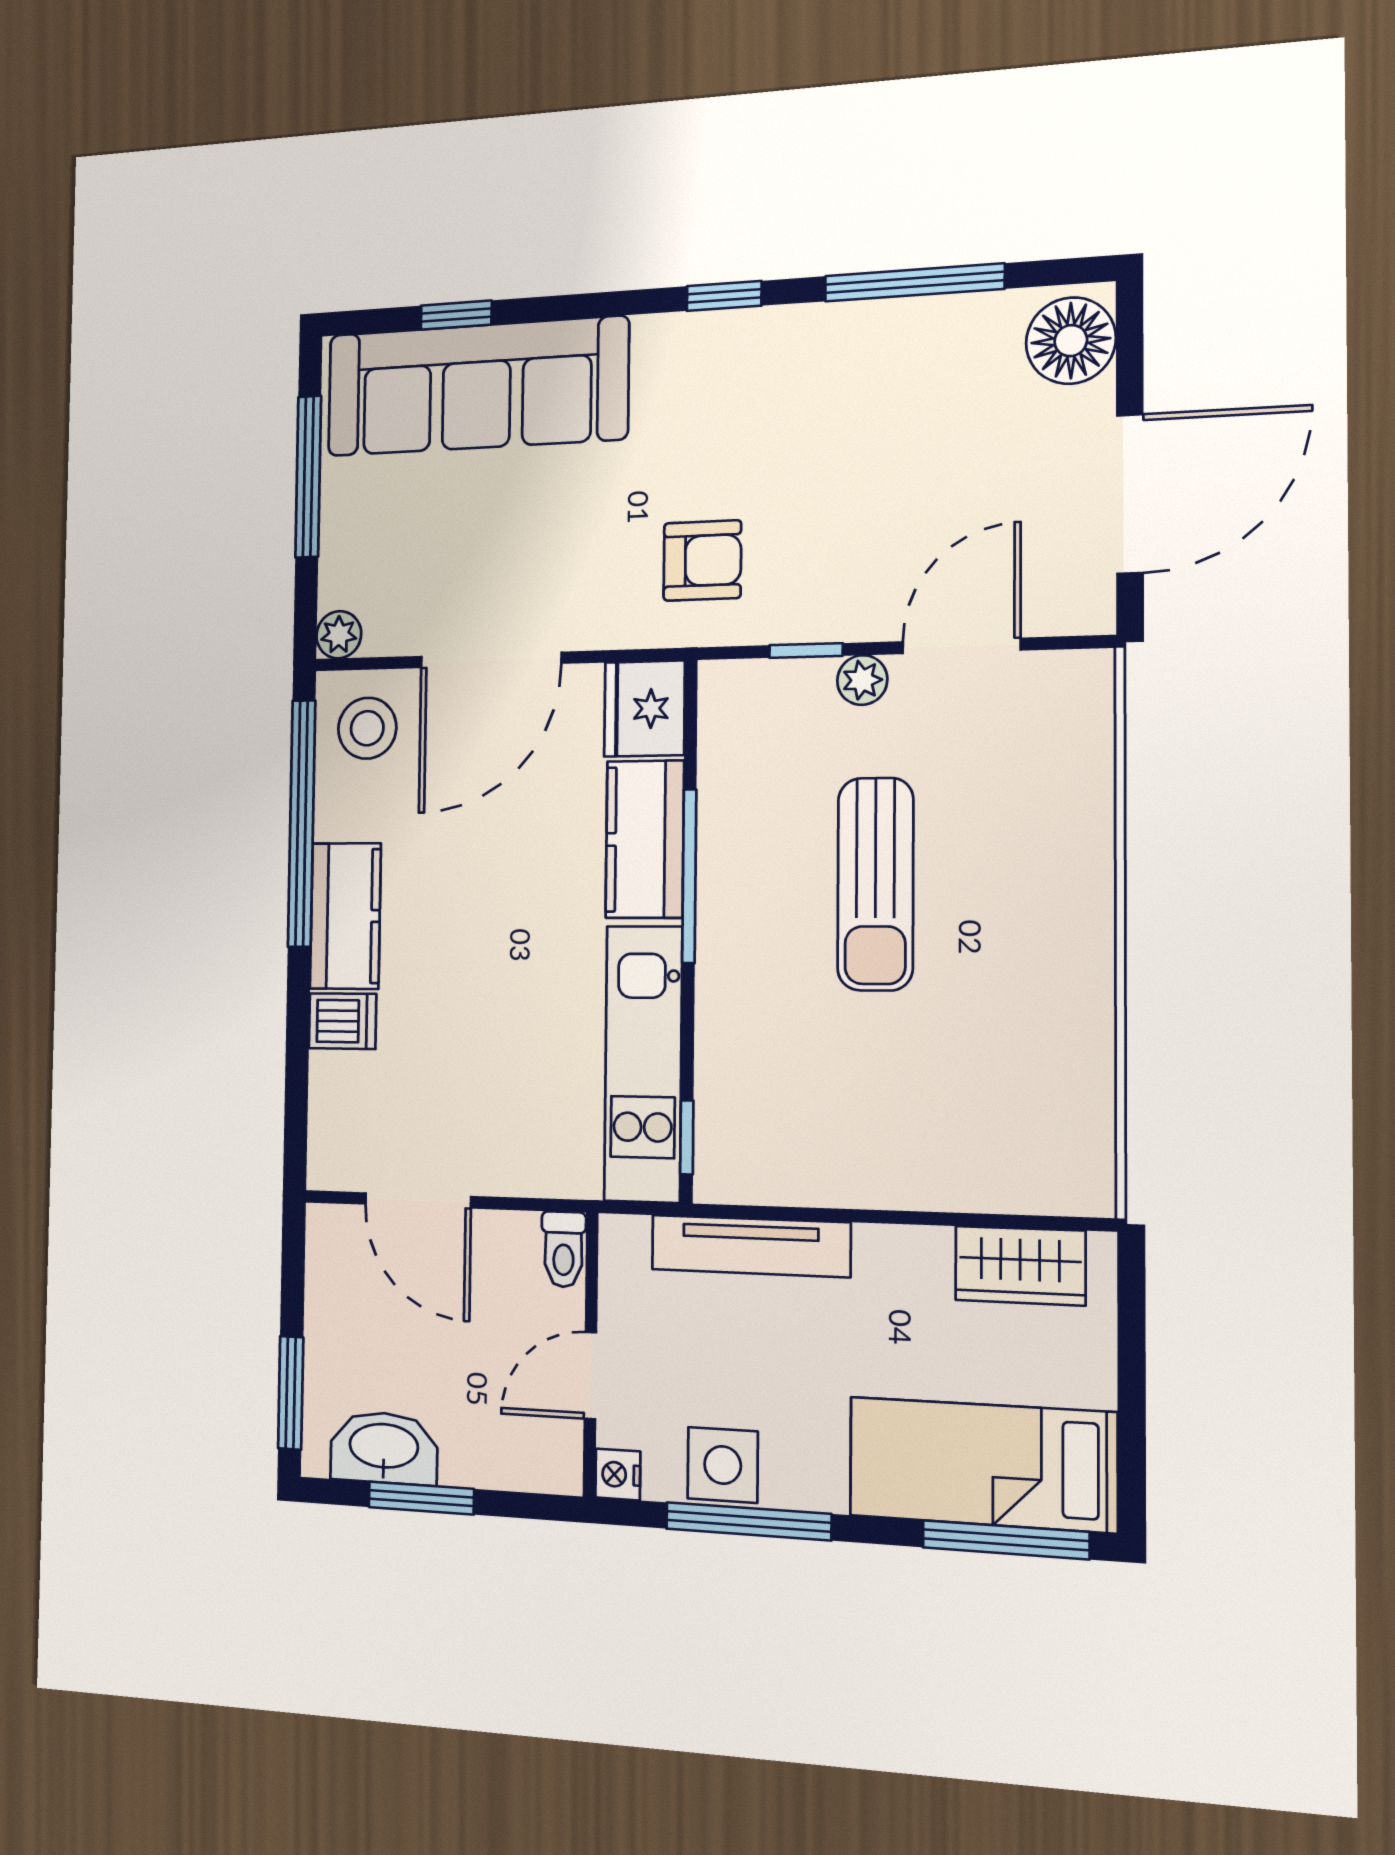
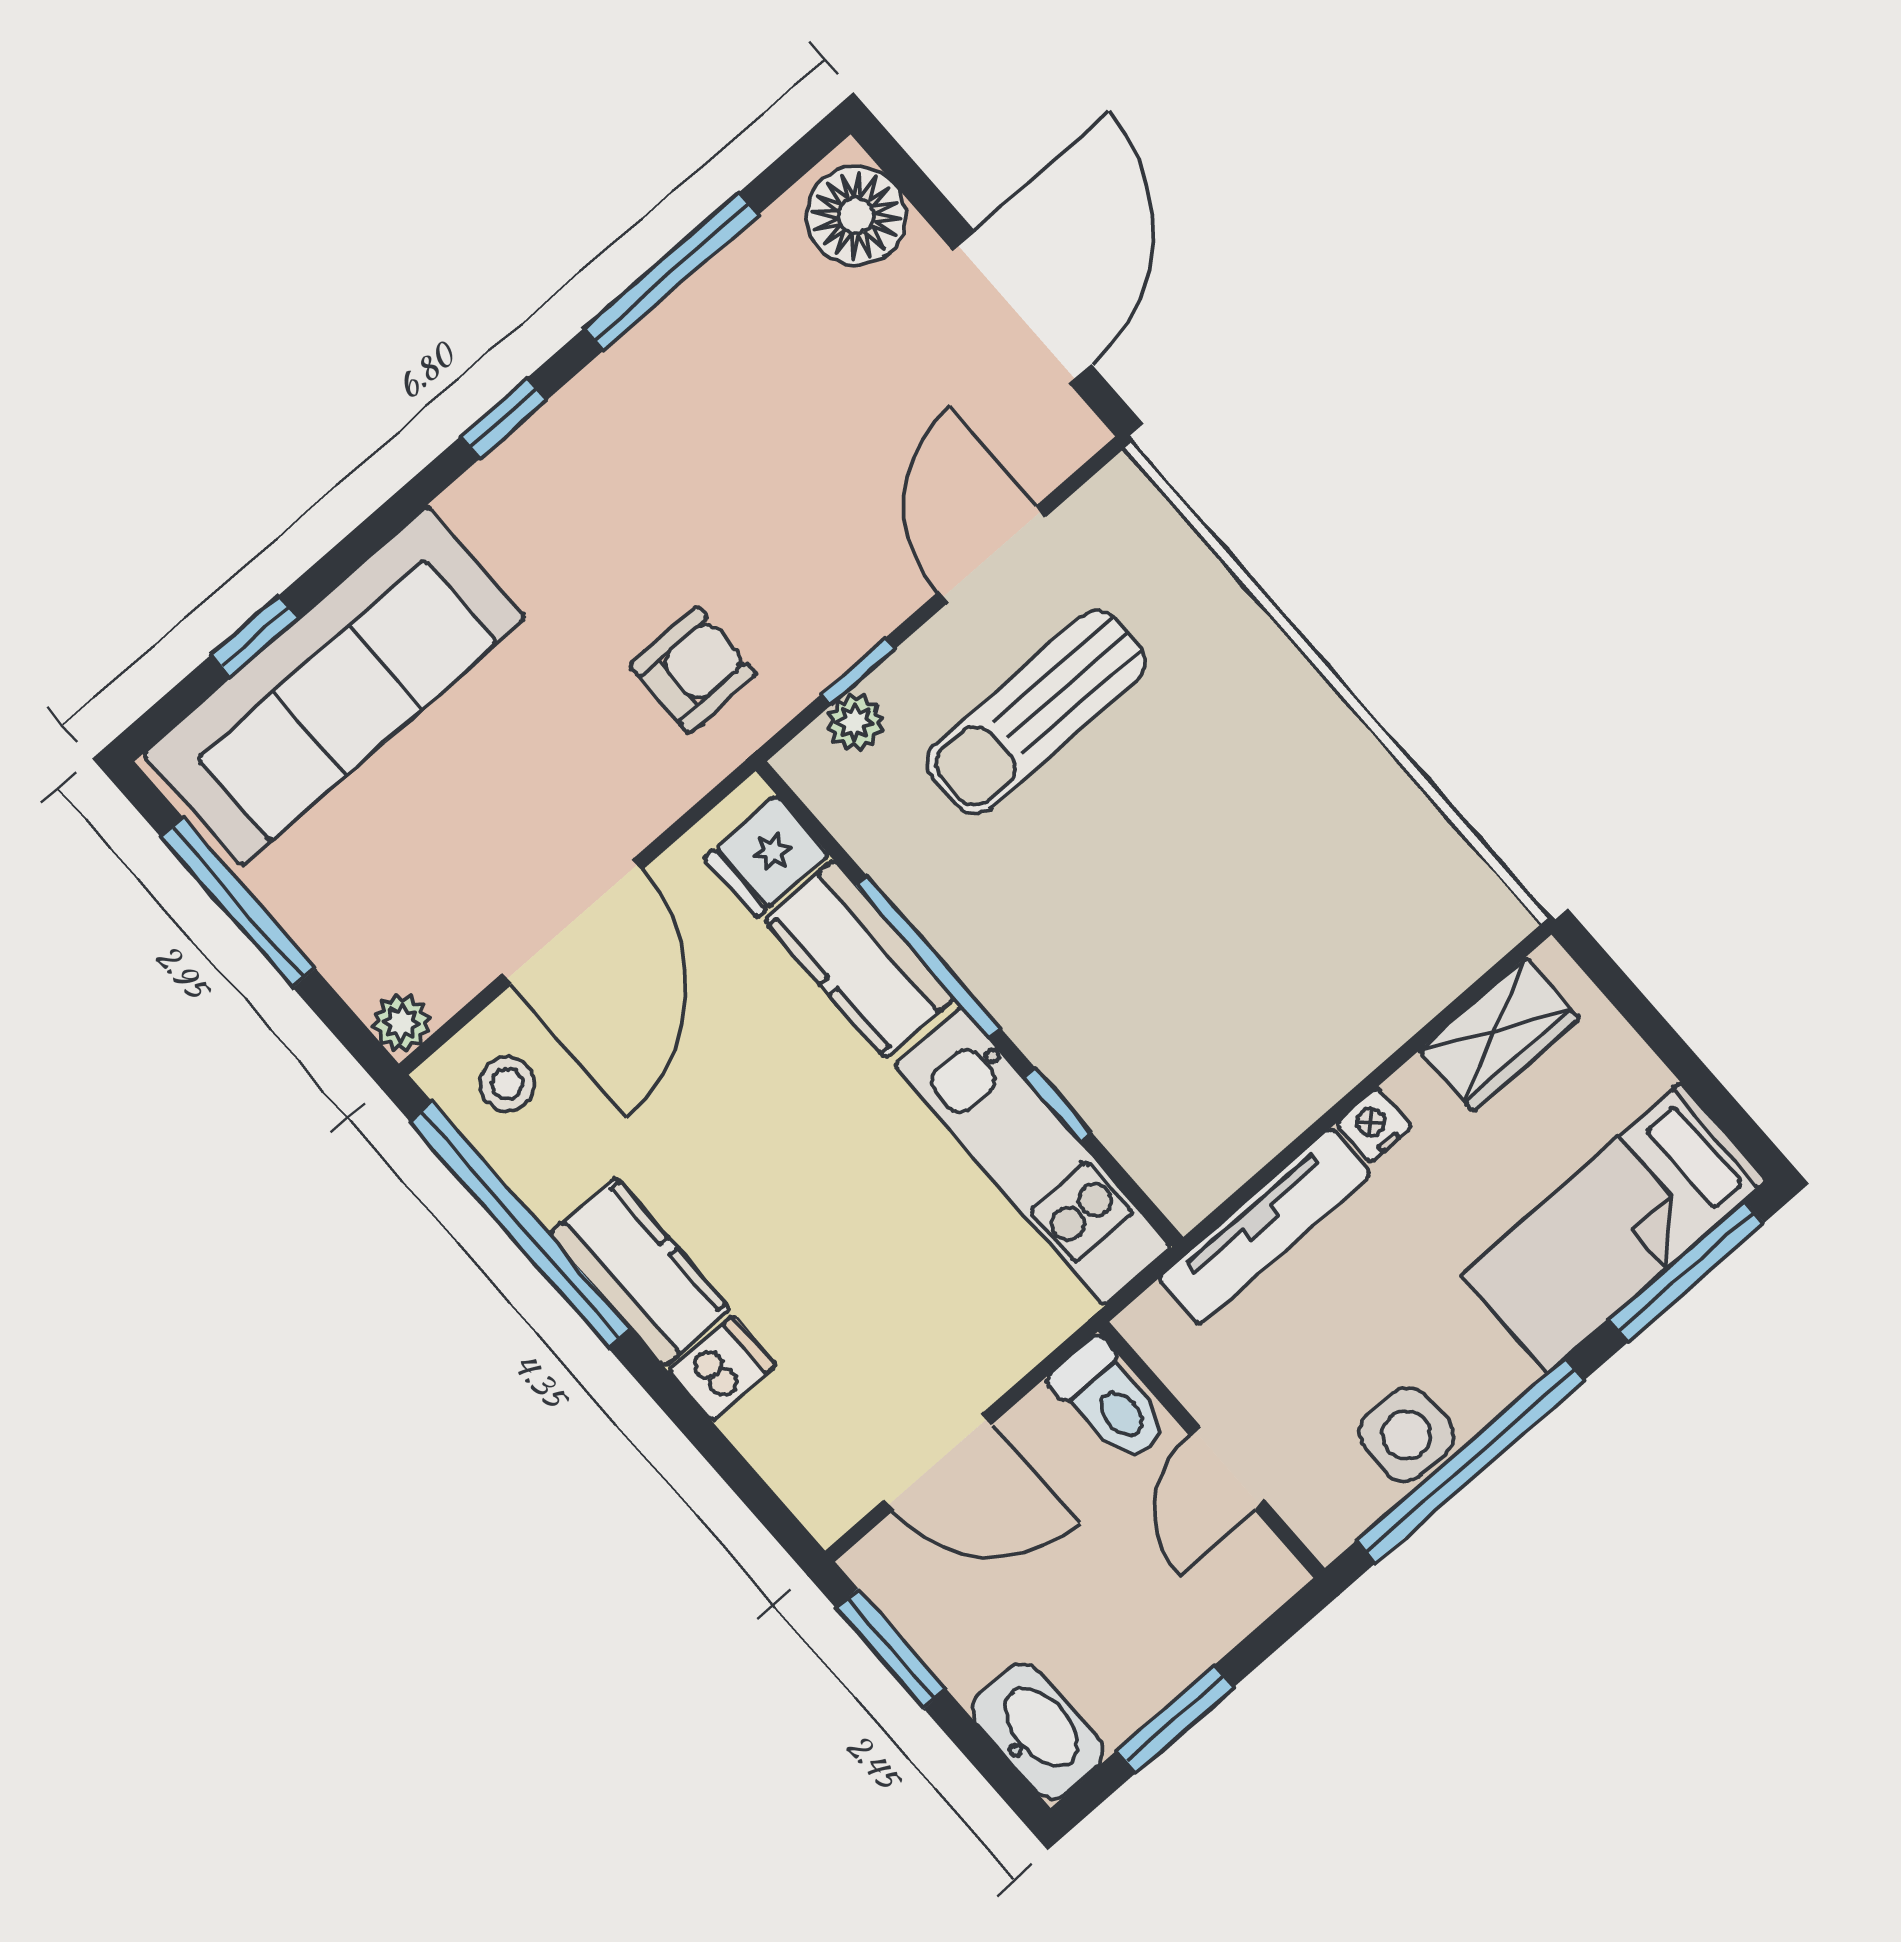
plant: (862, 680) -> (855, 722), moved
fridge: (644, 709) -> (766, 856), width x0.72
stool: (367, 728) -> (507, 1084), width x0.73, depth x0.73
sun lounger: (875, 884) -> (1036, 712), moved, turned 90
window: (687, 1137) -> (1058, 1105), moved
toilet: (564, 1249) -> (1110, 1401), width x1.37, depth x1.39
window: (291, 1393) -> (891, 1649), moved
washbasin: (384, 1448) -> (1037, 1731), moved, turned 90
nightstand: (618, 1474) -> (1374, 1125), moved, turned 90
window: (748, 1521) -> (1470, 1461), width x1.46

